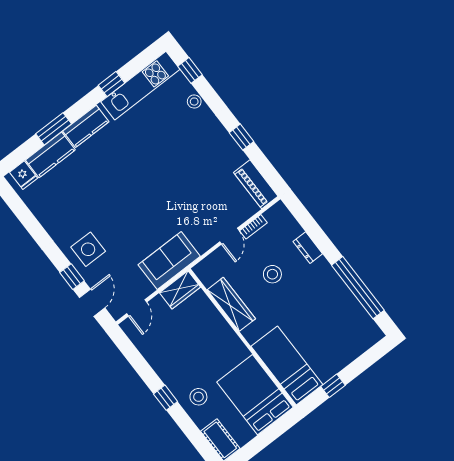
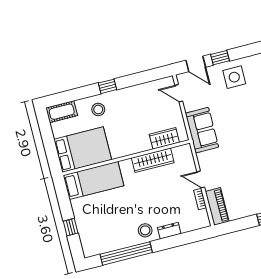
piano: (256, 184) -> (217, 206), moved, turned 90
stool: (272, 274) -> (145, 230), moved
wardrobe: (180, 290) -> (164, 138), moved, turned 90
window: (333, 386) -> (71, 227), moved

